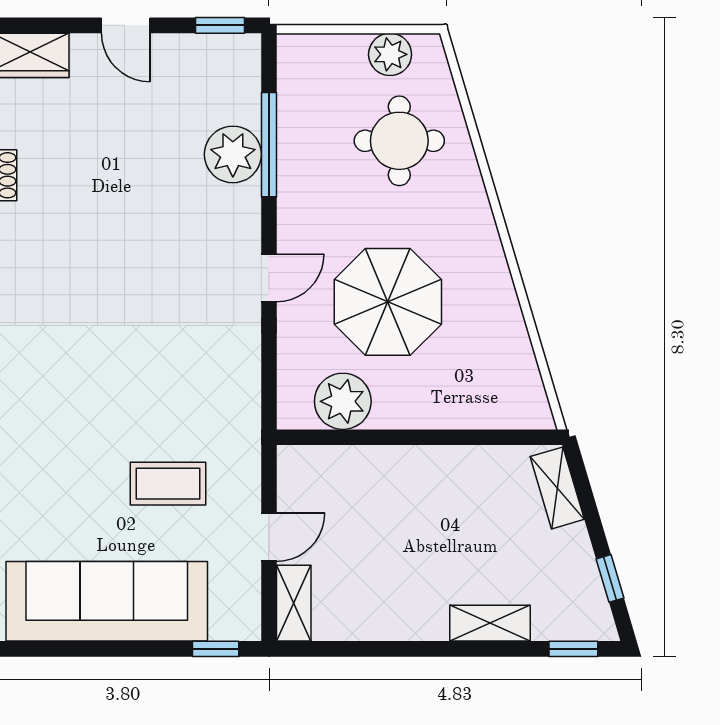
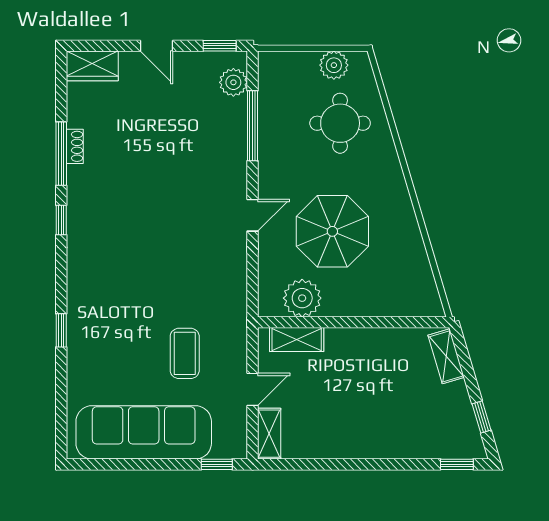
plant: (233, 154) -> (233, 82), moved, width x0.73, depth x0.73
coffee table: (168, 484) -> (185, 353), turned 90
shelving: (490, 623) -> (297, 340), moved

